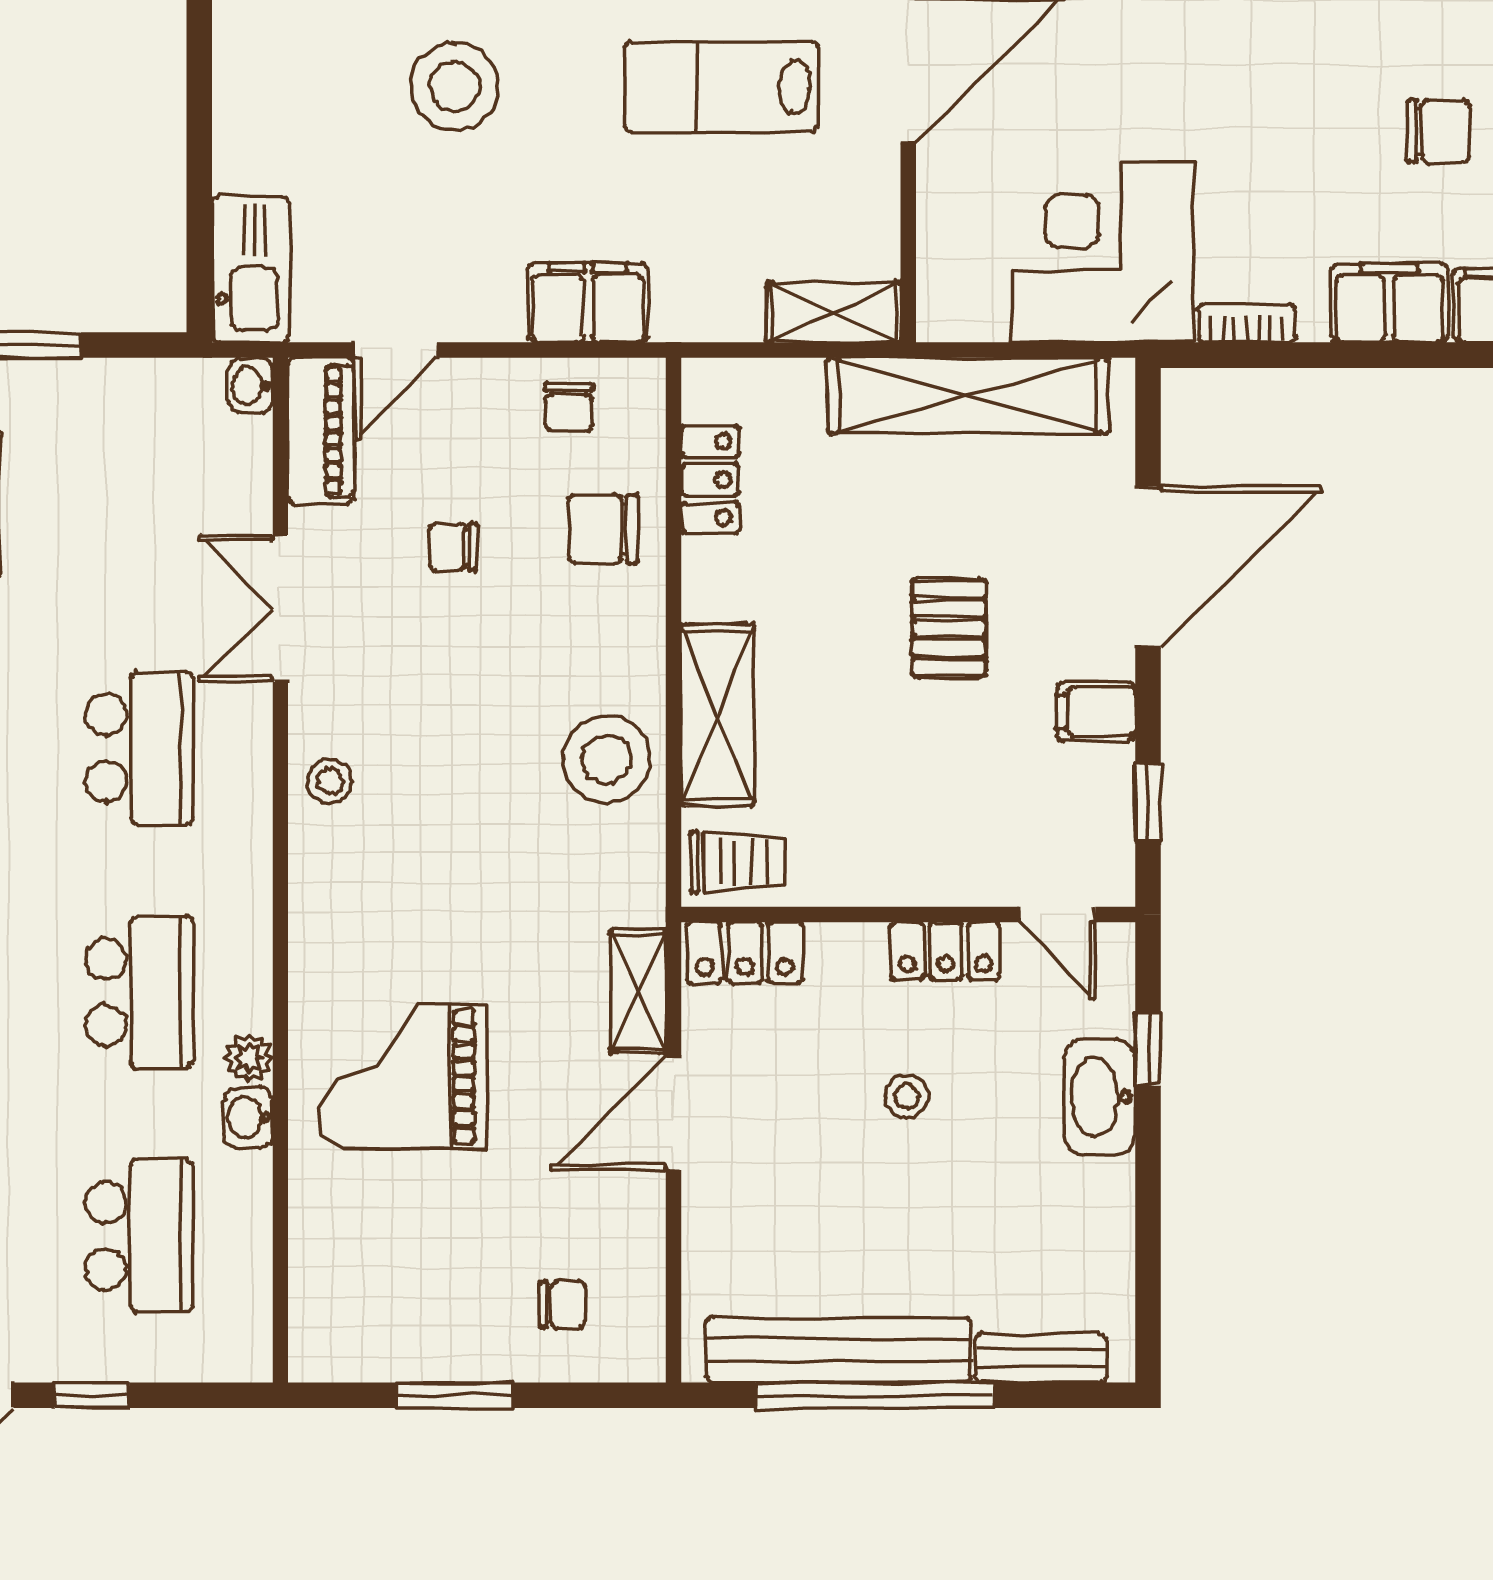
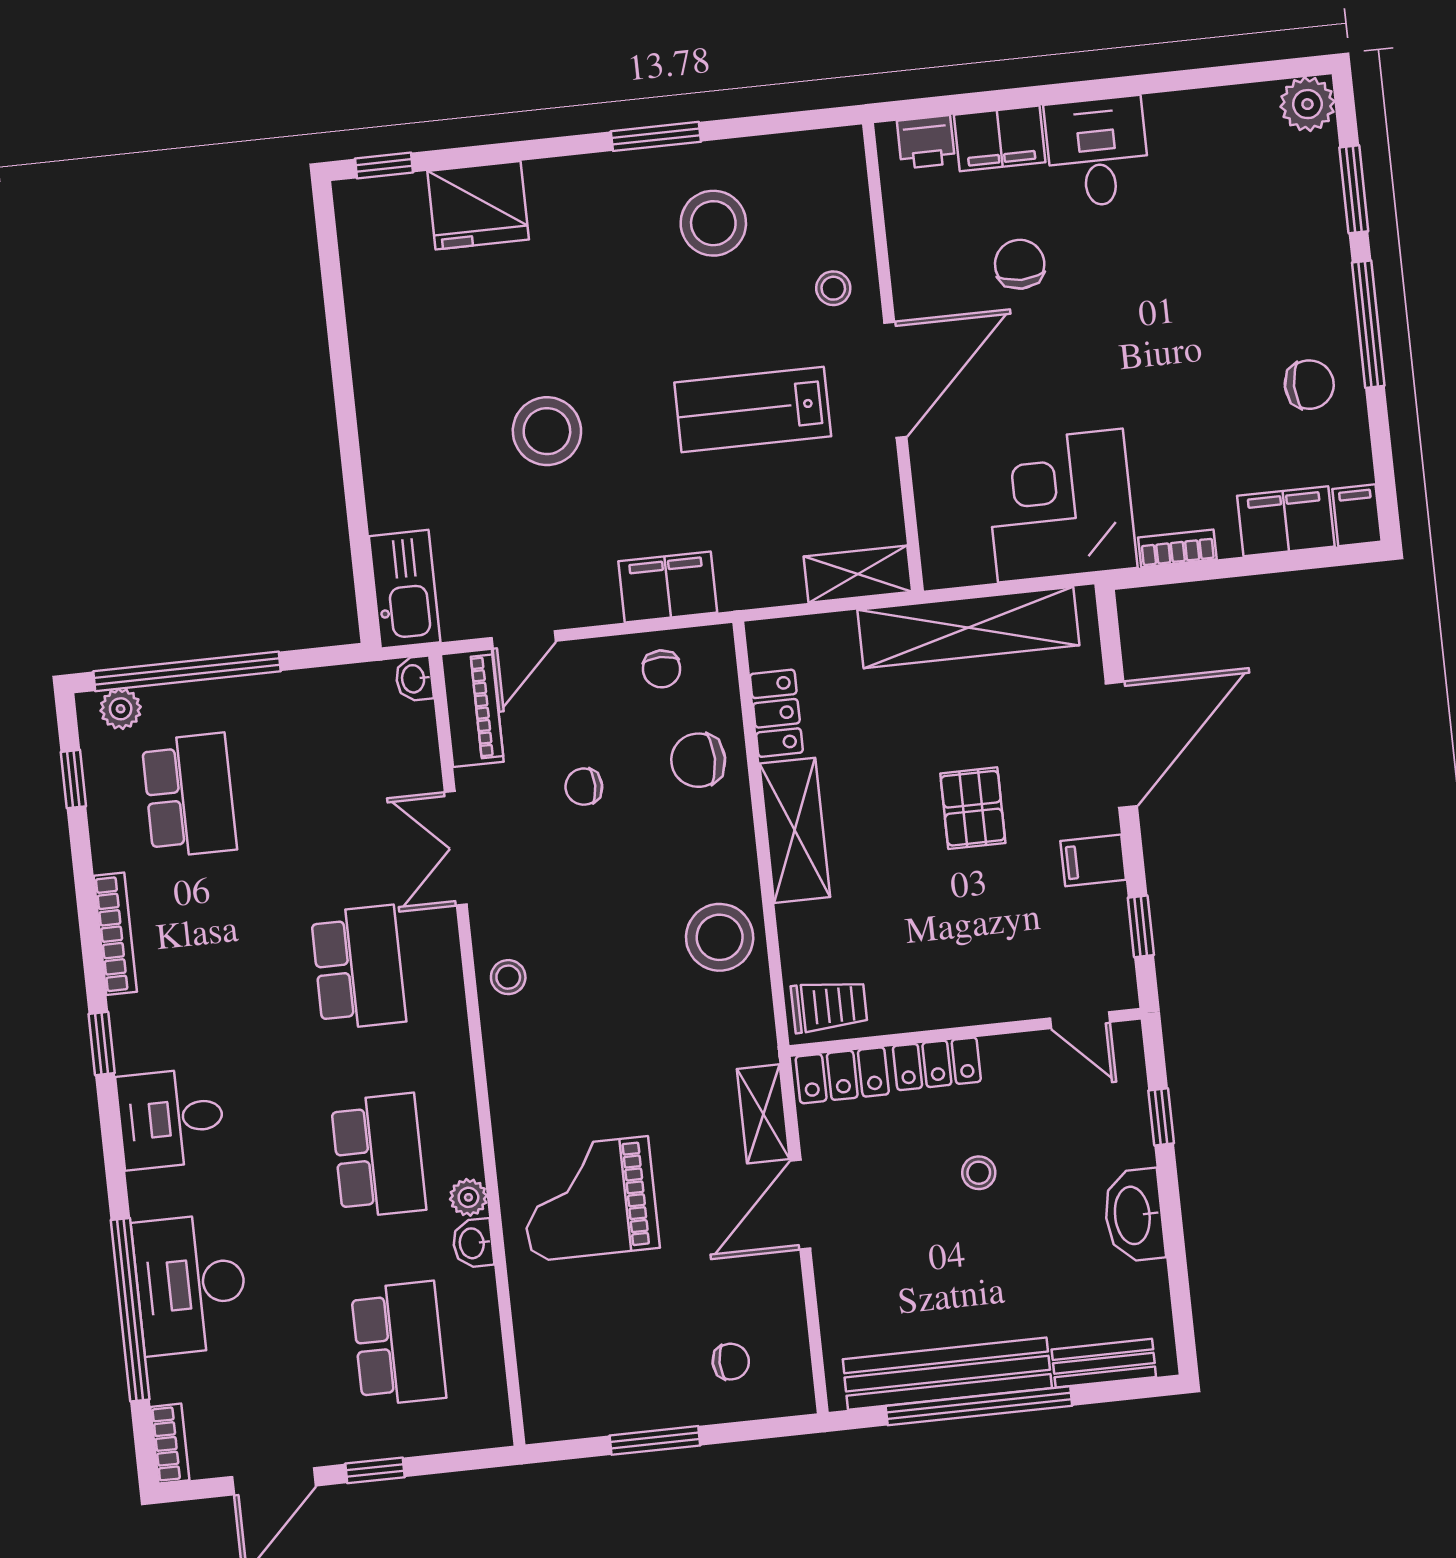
shelving: (717, 715) -> (795, 830), moved
locker: (946, 951) -> (937, 1064), moved
washbasin: (1100, 1097) -> (1134, 1215), moved

